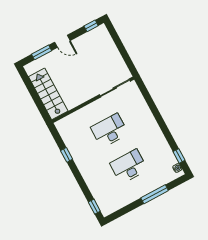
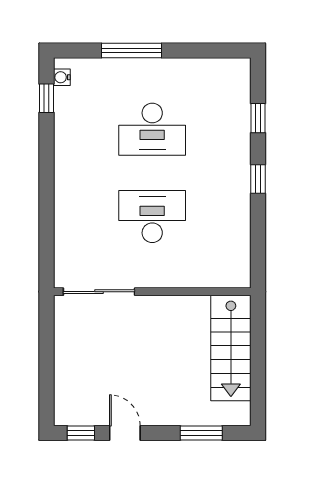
door: (62, 41) -> (125, 433), moved
desk: (109, 131) -> (152, 217), turned 180
window: (67, 155) -> (258, 179), moved
window: (94, 207) -> (258, 118), moved

